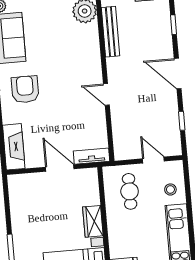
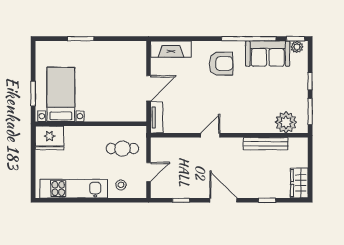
door: (178, 74) -> (223, 200), hinge flipped
wardrobe: (93, 221) -> (99, 114), removed

